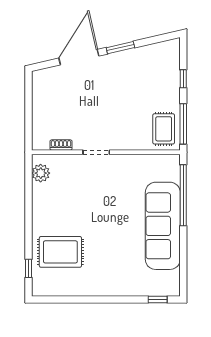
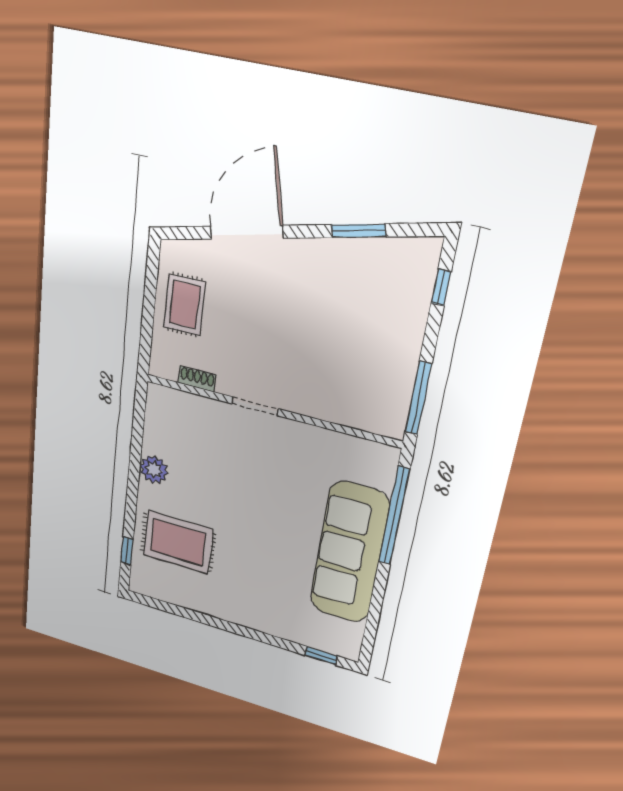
window: (120, 48) -> (358, 231), moved
window: (183, 79) -> (441, 287), moved
rug: (164, 129) -> (185, 305), moved
plant: (41, 173) -> (154, 470), moved

